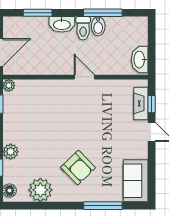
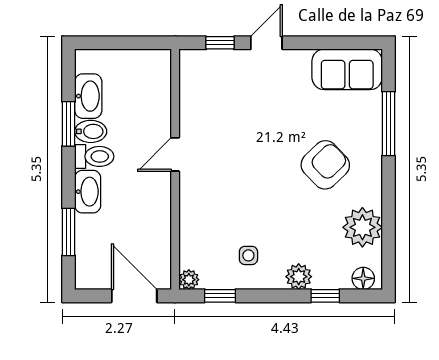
window: (103, 13) -> (68, 124), width x0.69
washbasin: (140, 60) -> (88, 96), moved, turned -90
fireplace: (141, 103) -> (219, 61), removed
side table: (23, 121) -> (248, 255), added

